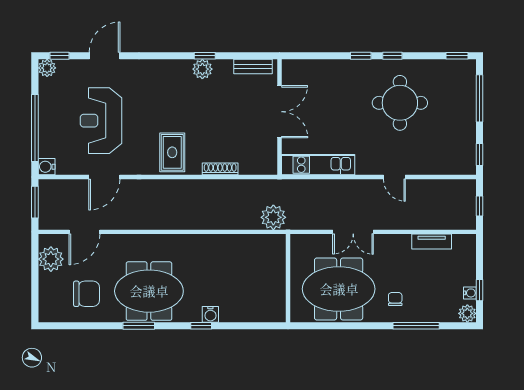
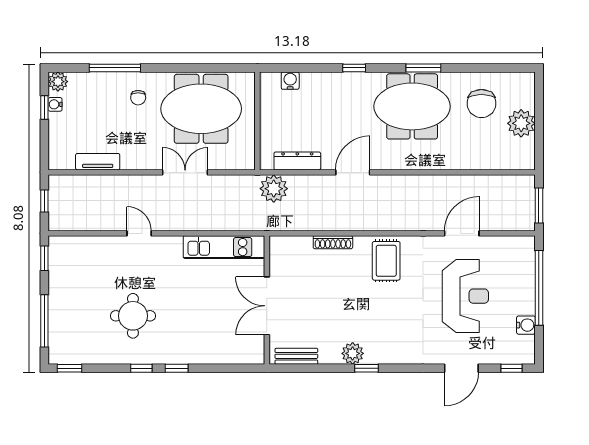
window: (205, 56) -> (367, 368), moved
plant: (47, 68) -> (525, 355), removed
round table: (400, 103) -> (133, 316), width x0.73, depth x0.73
water cooler: (47, 167) -> (526, 325), moved
door: (84, 232) -> (353, 172), moved
dresser: (252, 242) -> (297, 161), added
plant: (51, 259) -> (521, 123), moved
chair: (87, 294) -> (481, 103), turned -90
water cooler: (210, 314) -> (290, 81), moved

